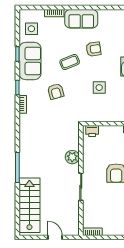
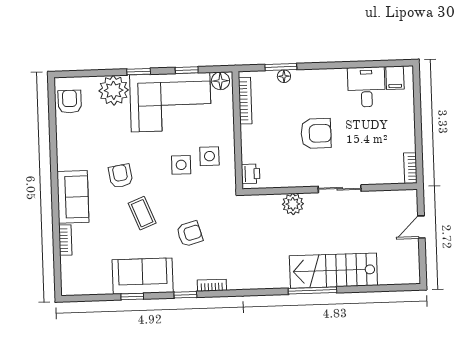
side table: (31, 29) -> (209, 156), moved
stairs: (29, 205) -> (333, 271), moved

